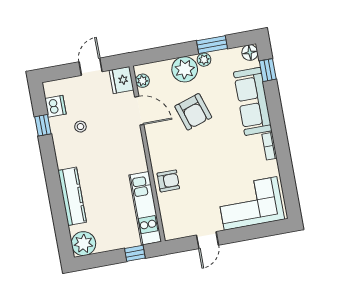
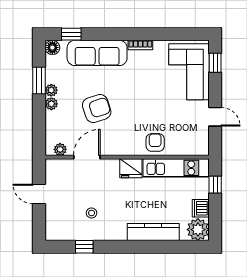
plant: (185, 69) -> (51, 104), width x0.53, depth x0.53
fridge: (121, 80) -> (131, 168), moved
dishwasher: (55, 106) -> (201, 208), moved, turned -90
window: (265, 230) -> (215, 63), added

